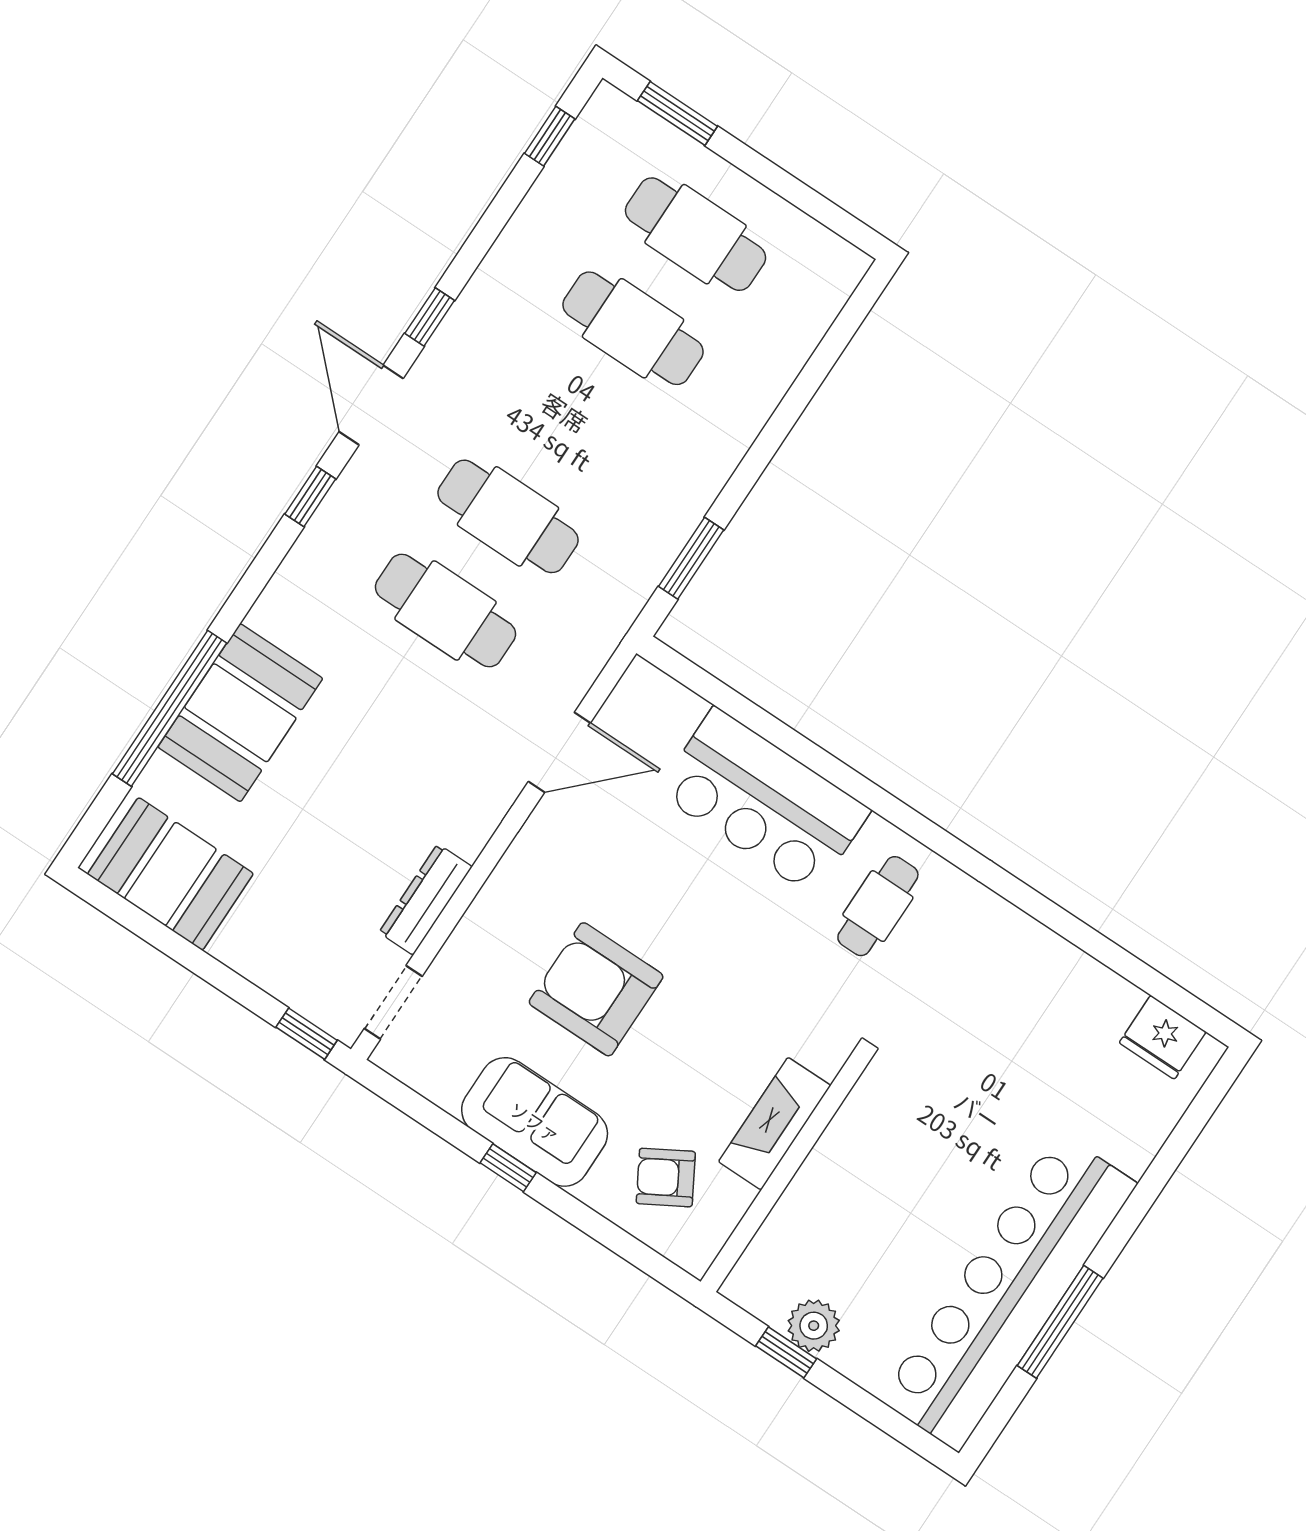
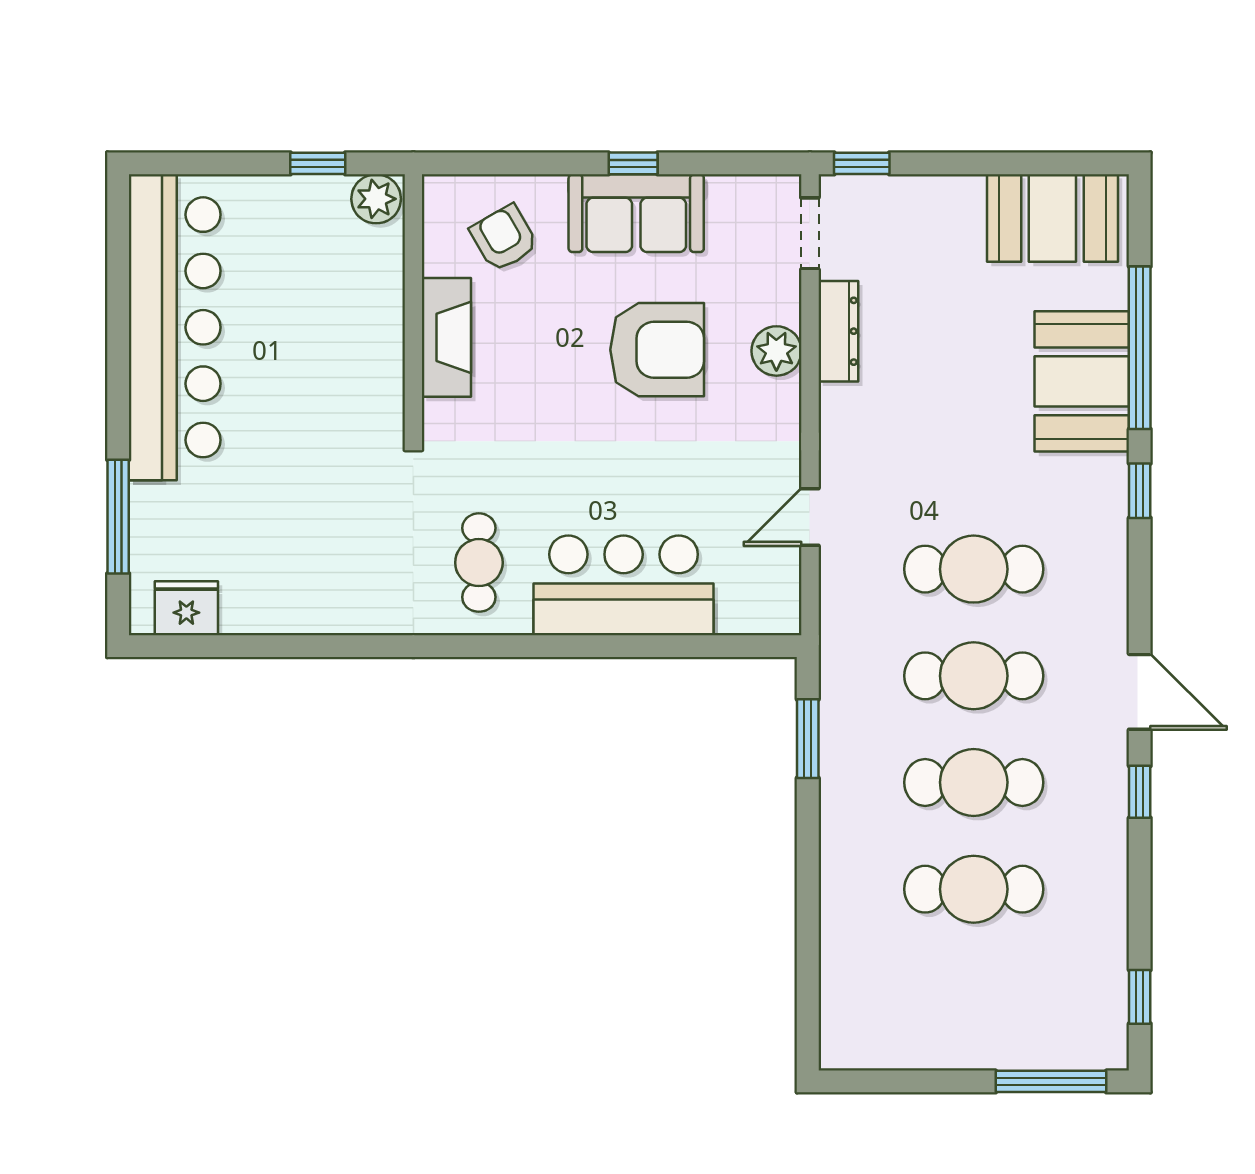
window: (677, 113) -> (1051, 1081), width x1.44
cafe table: (696, 234) -> (974, 782), moved
window: (310, 497) -> (1140, 491), moved
door: (559, 752) -> (810, 517), width x0.73
plant: (492, 918) -> (776, 351), added
armchair: (666, 1177) -> (504, 238), turned -90
window: (1060, 1322) -> (118, 517), moved
plant: (814, 1326) -> (376, 199), moved

